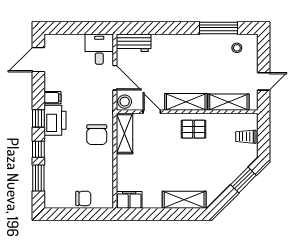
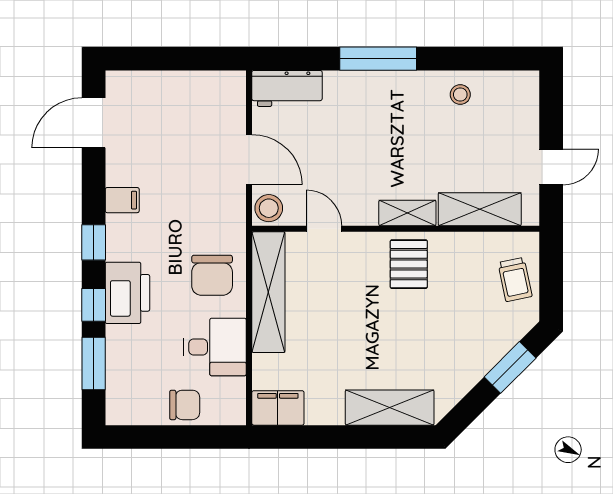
window: (218, 28) -> (378, 59), moved
stool: (237, 48) -> (460, 94), moved
desk: (99, 49) -> (215, 347), moved, turned 90
shelving: (186, 102) -> (407, 213), width x0.67, depth x0.75
printer: (55, 120) -> (127, 293), moved
pallet: (194, 129) -> (409, 264), turned 90
shelving: (124, 133) -> (268, 292), width x1.47
trolley: (246, 137) -> (515, 280), turned -102

